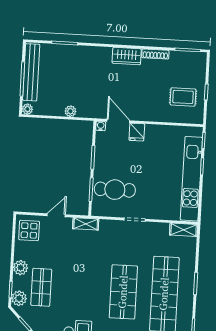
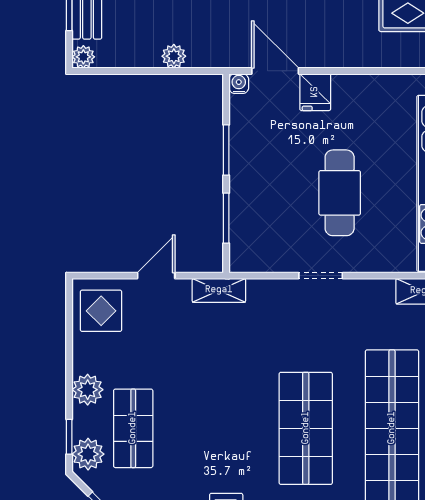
cafe table: (115, 190) -> (340, 193), moved, turned 90

